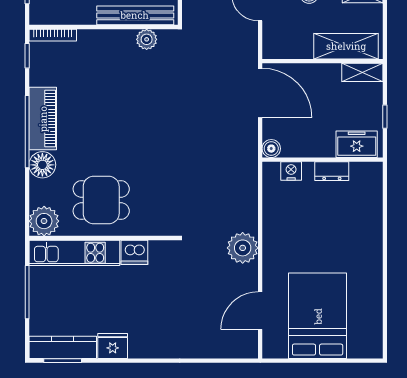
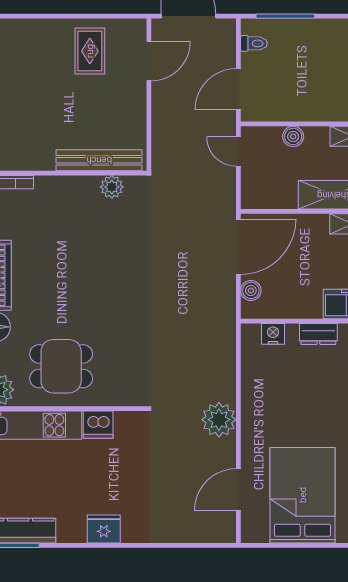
door: (260, 93) -> (238, 247), hinge flipped
boiler: (271, 149) -> (251, 290), moved
fridge: (113, 346) -> (104, 529), moved

